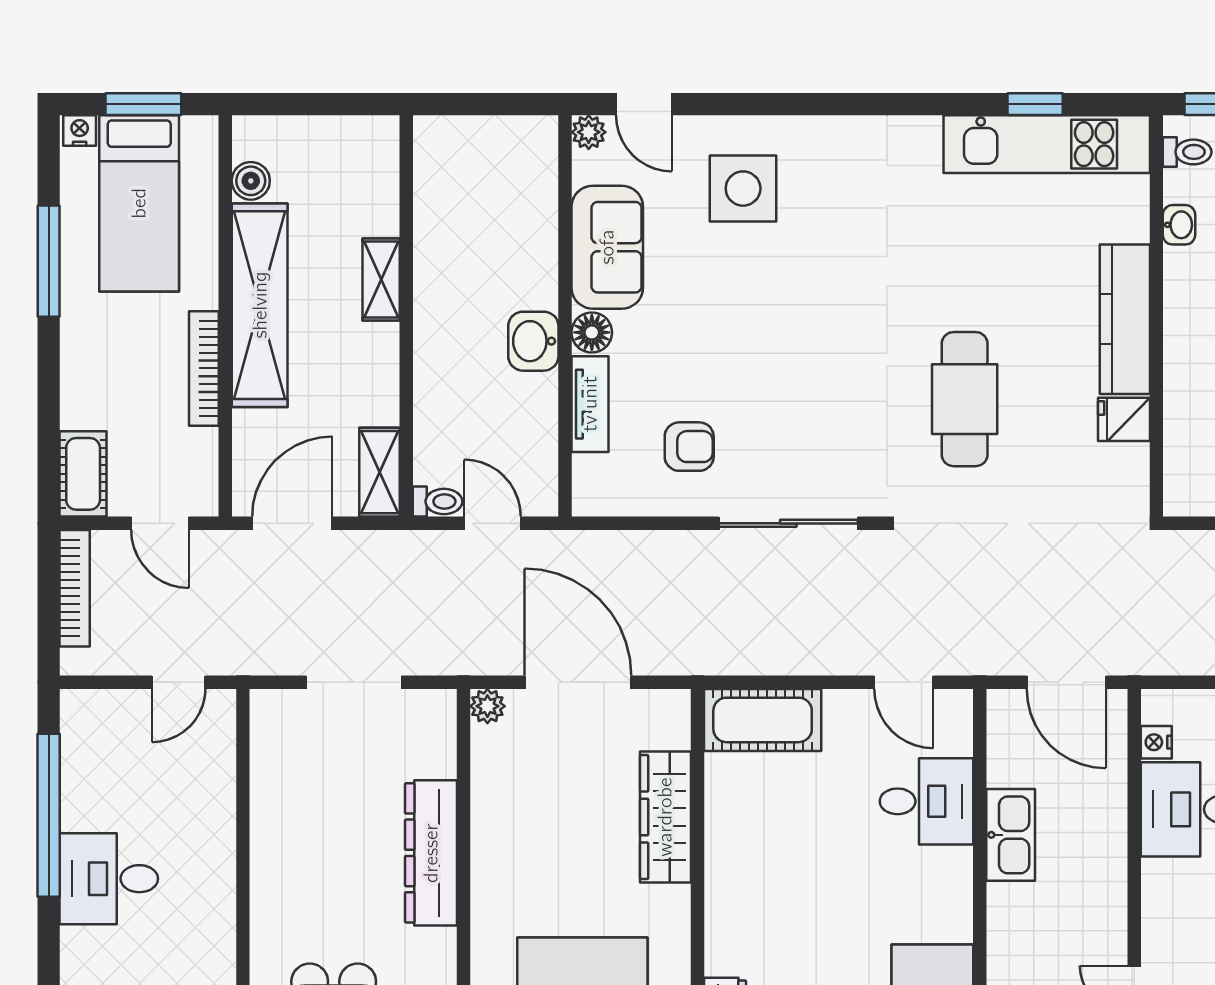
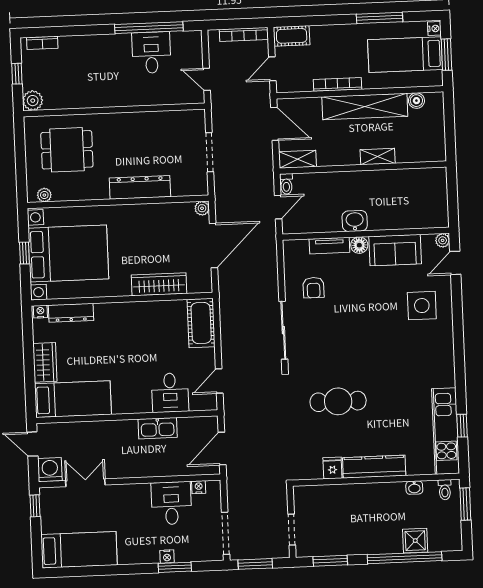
desk: (109, 879) -> (151, 53), moved

